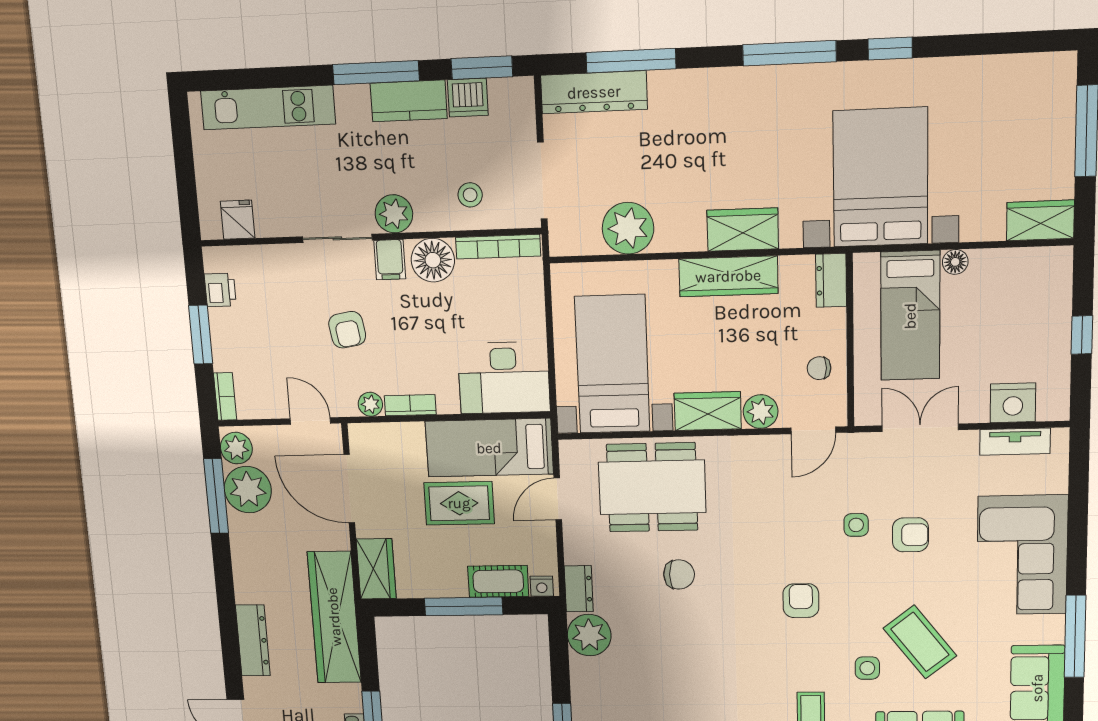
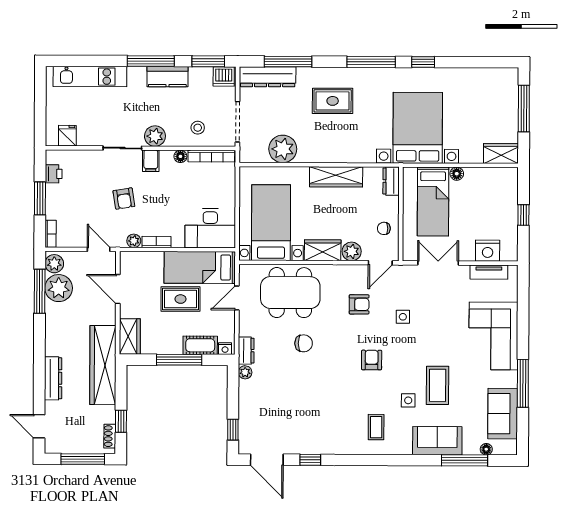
dishwasher: (468, 97) -> (224, 76), moved
rug: (718, 133) -> (333, 101), added
wardrobe: (743, 230) -> (344, 152), removed
floor lamp: (433, 260) -> (180, 156), width x0.53, depth x0.53
door: (349, 489) -> (118, 289), width x0.73
armchair: (910, 535) -> (359, 304), moved
plant: (589, 635) -> (245, 372), width x0.53, depth x0.53
coffee table: (920, 642) -> (438, 385), turned 38

